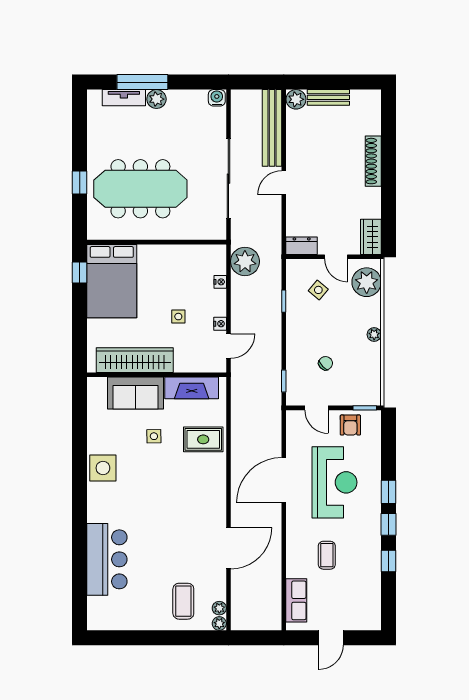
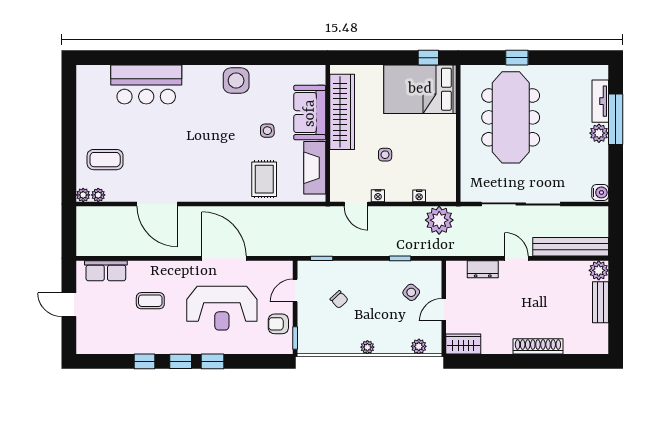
dresser: (302, 246) -> (483, 269), moved, turned 90
plant: (367, 282) -> (419, 346), width x0.53, depth x0.53

